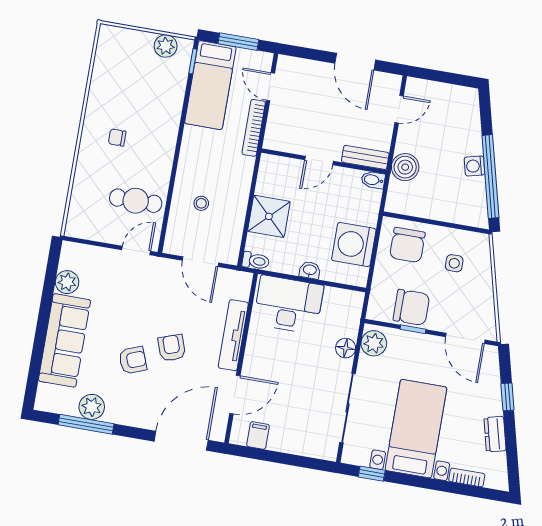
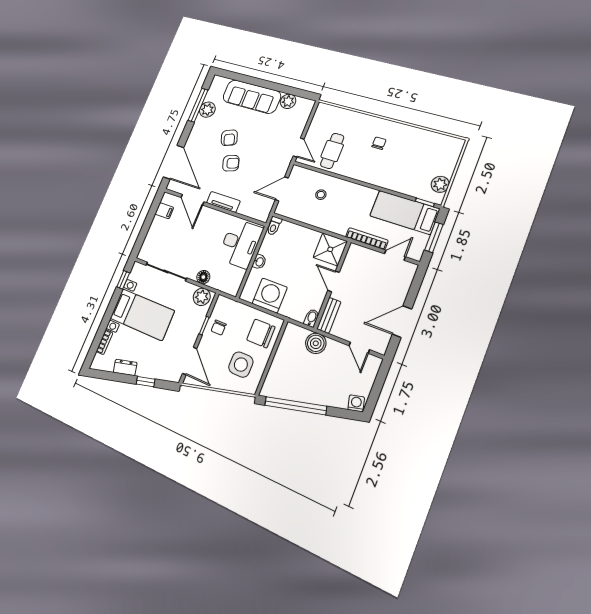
washing machine: (475, 166) -> (356, 403), moved
shower: (269, 216) -> (330, 249), moved
side table: (454, 263) -> (241, 365), width x1.87, depth x1.87
chair: (411, 307) -> (219, 328), width x0.54, depth x0.54
tv unit: (233, 335) -> (223, 202), width x0.71
door: (465, 338) -> (190, 361), swing flipped

